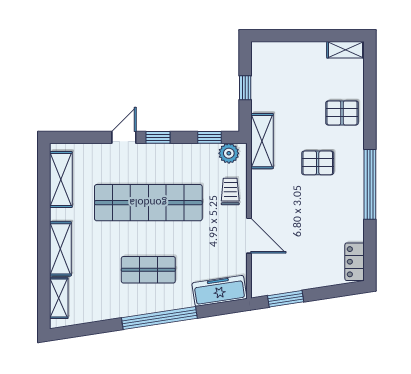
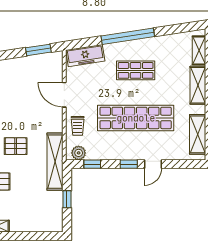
shelving: (262, 141) -> (55, 162), width x1.47

